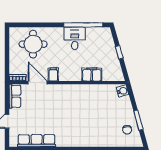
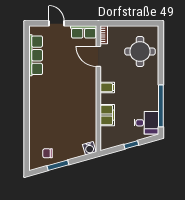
desk: (75, 38) -> (146, 123), moved
filing cabinet: (53, 74) -> (107, 87), moved
door: (38, 83) -> (98, 56), swing flipped

